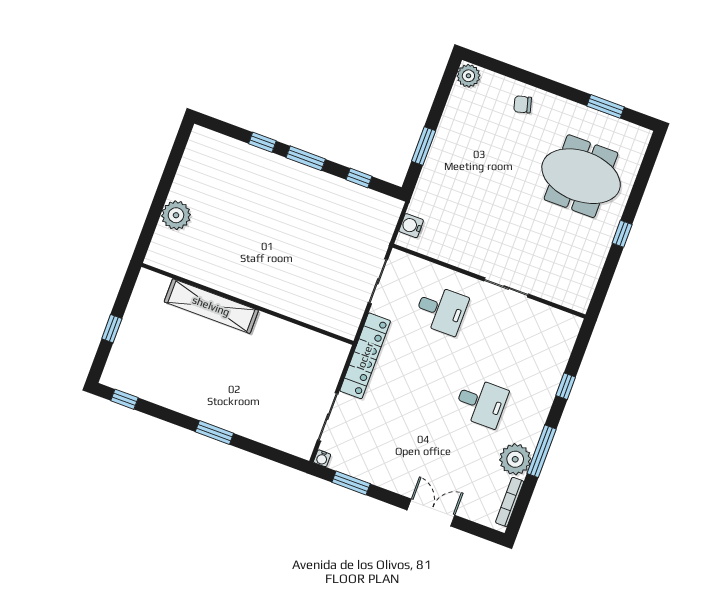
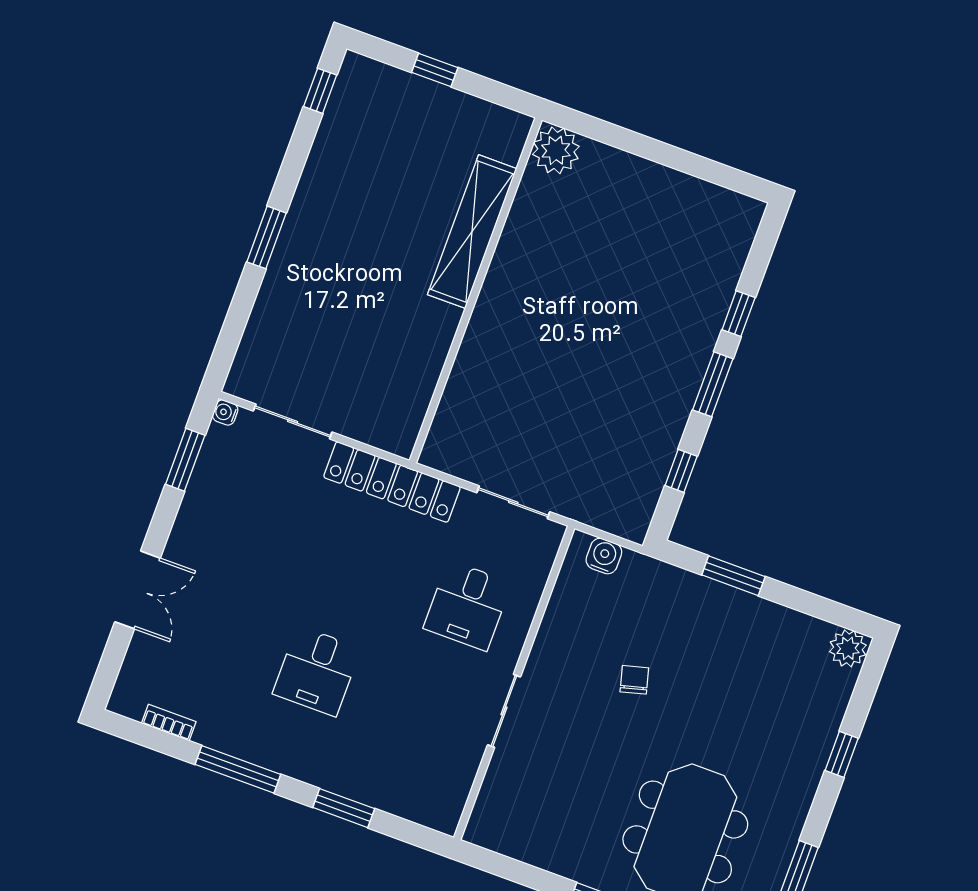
window: (534, 80) -> (842, 754), added
chair: (523, 104) -> (634, 680), moved
plant: (176, 215) -> (556, 150), moved
window: (566, 386) -> (344, 808), width x1.50
plant: (515, 459) -> (225, 726), removed
bookcase: (510, 502) -> (169, 723), width x0.64

